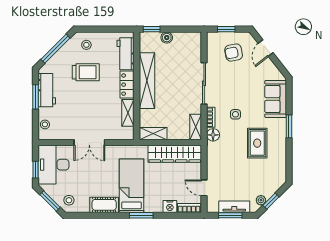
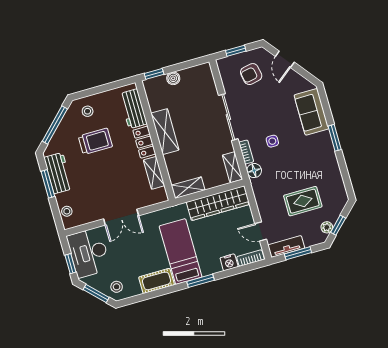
shelving: (147, 81) -> (165, 132), width x0.68
rug: (257, 143) -> (303, 201), moved, turned 90
tv unit: (234, 207) -> (286, 246), moved

